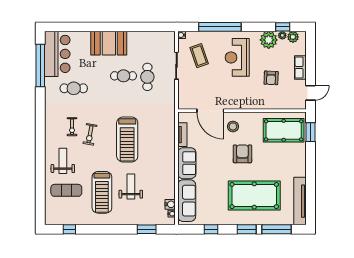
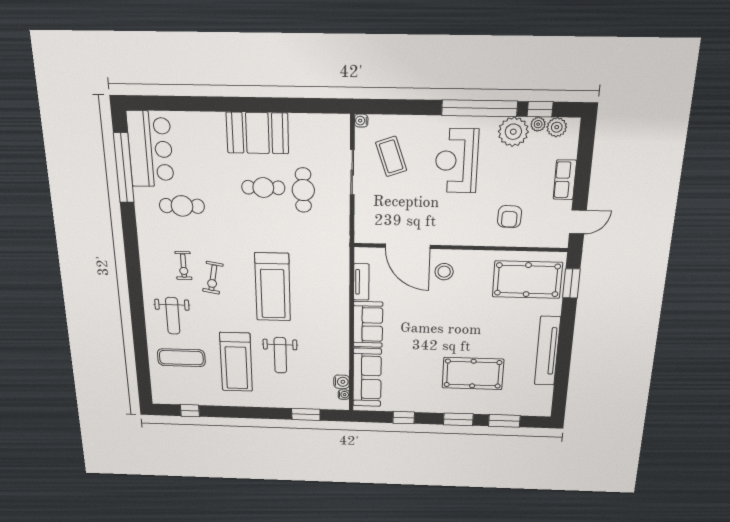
window: (220, 27) -> (479, 108), moved
booth: (109, 43) -> (257, 133), moved
armchair: (271, 78) -> (510, 217), moved
armchair: (242, 154) -> (458, 313), removed
weight bench: (63, 161) -> (173, 316), turned 180
weight bench: (131, 187) -> (280, 355), turned 180
pool table: (254, 196) -> (473, 374), width x0.73, depth x0.76
tv unit: (300, 201) -> (547, 351), moved
window: (276, 229) -> (504, 421), width x0.69

